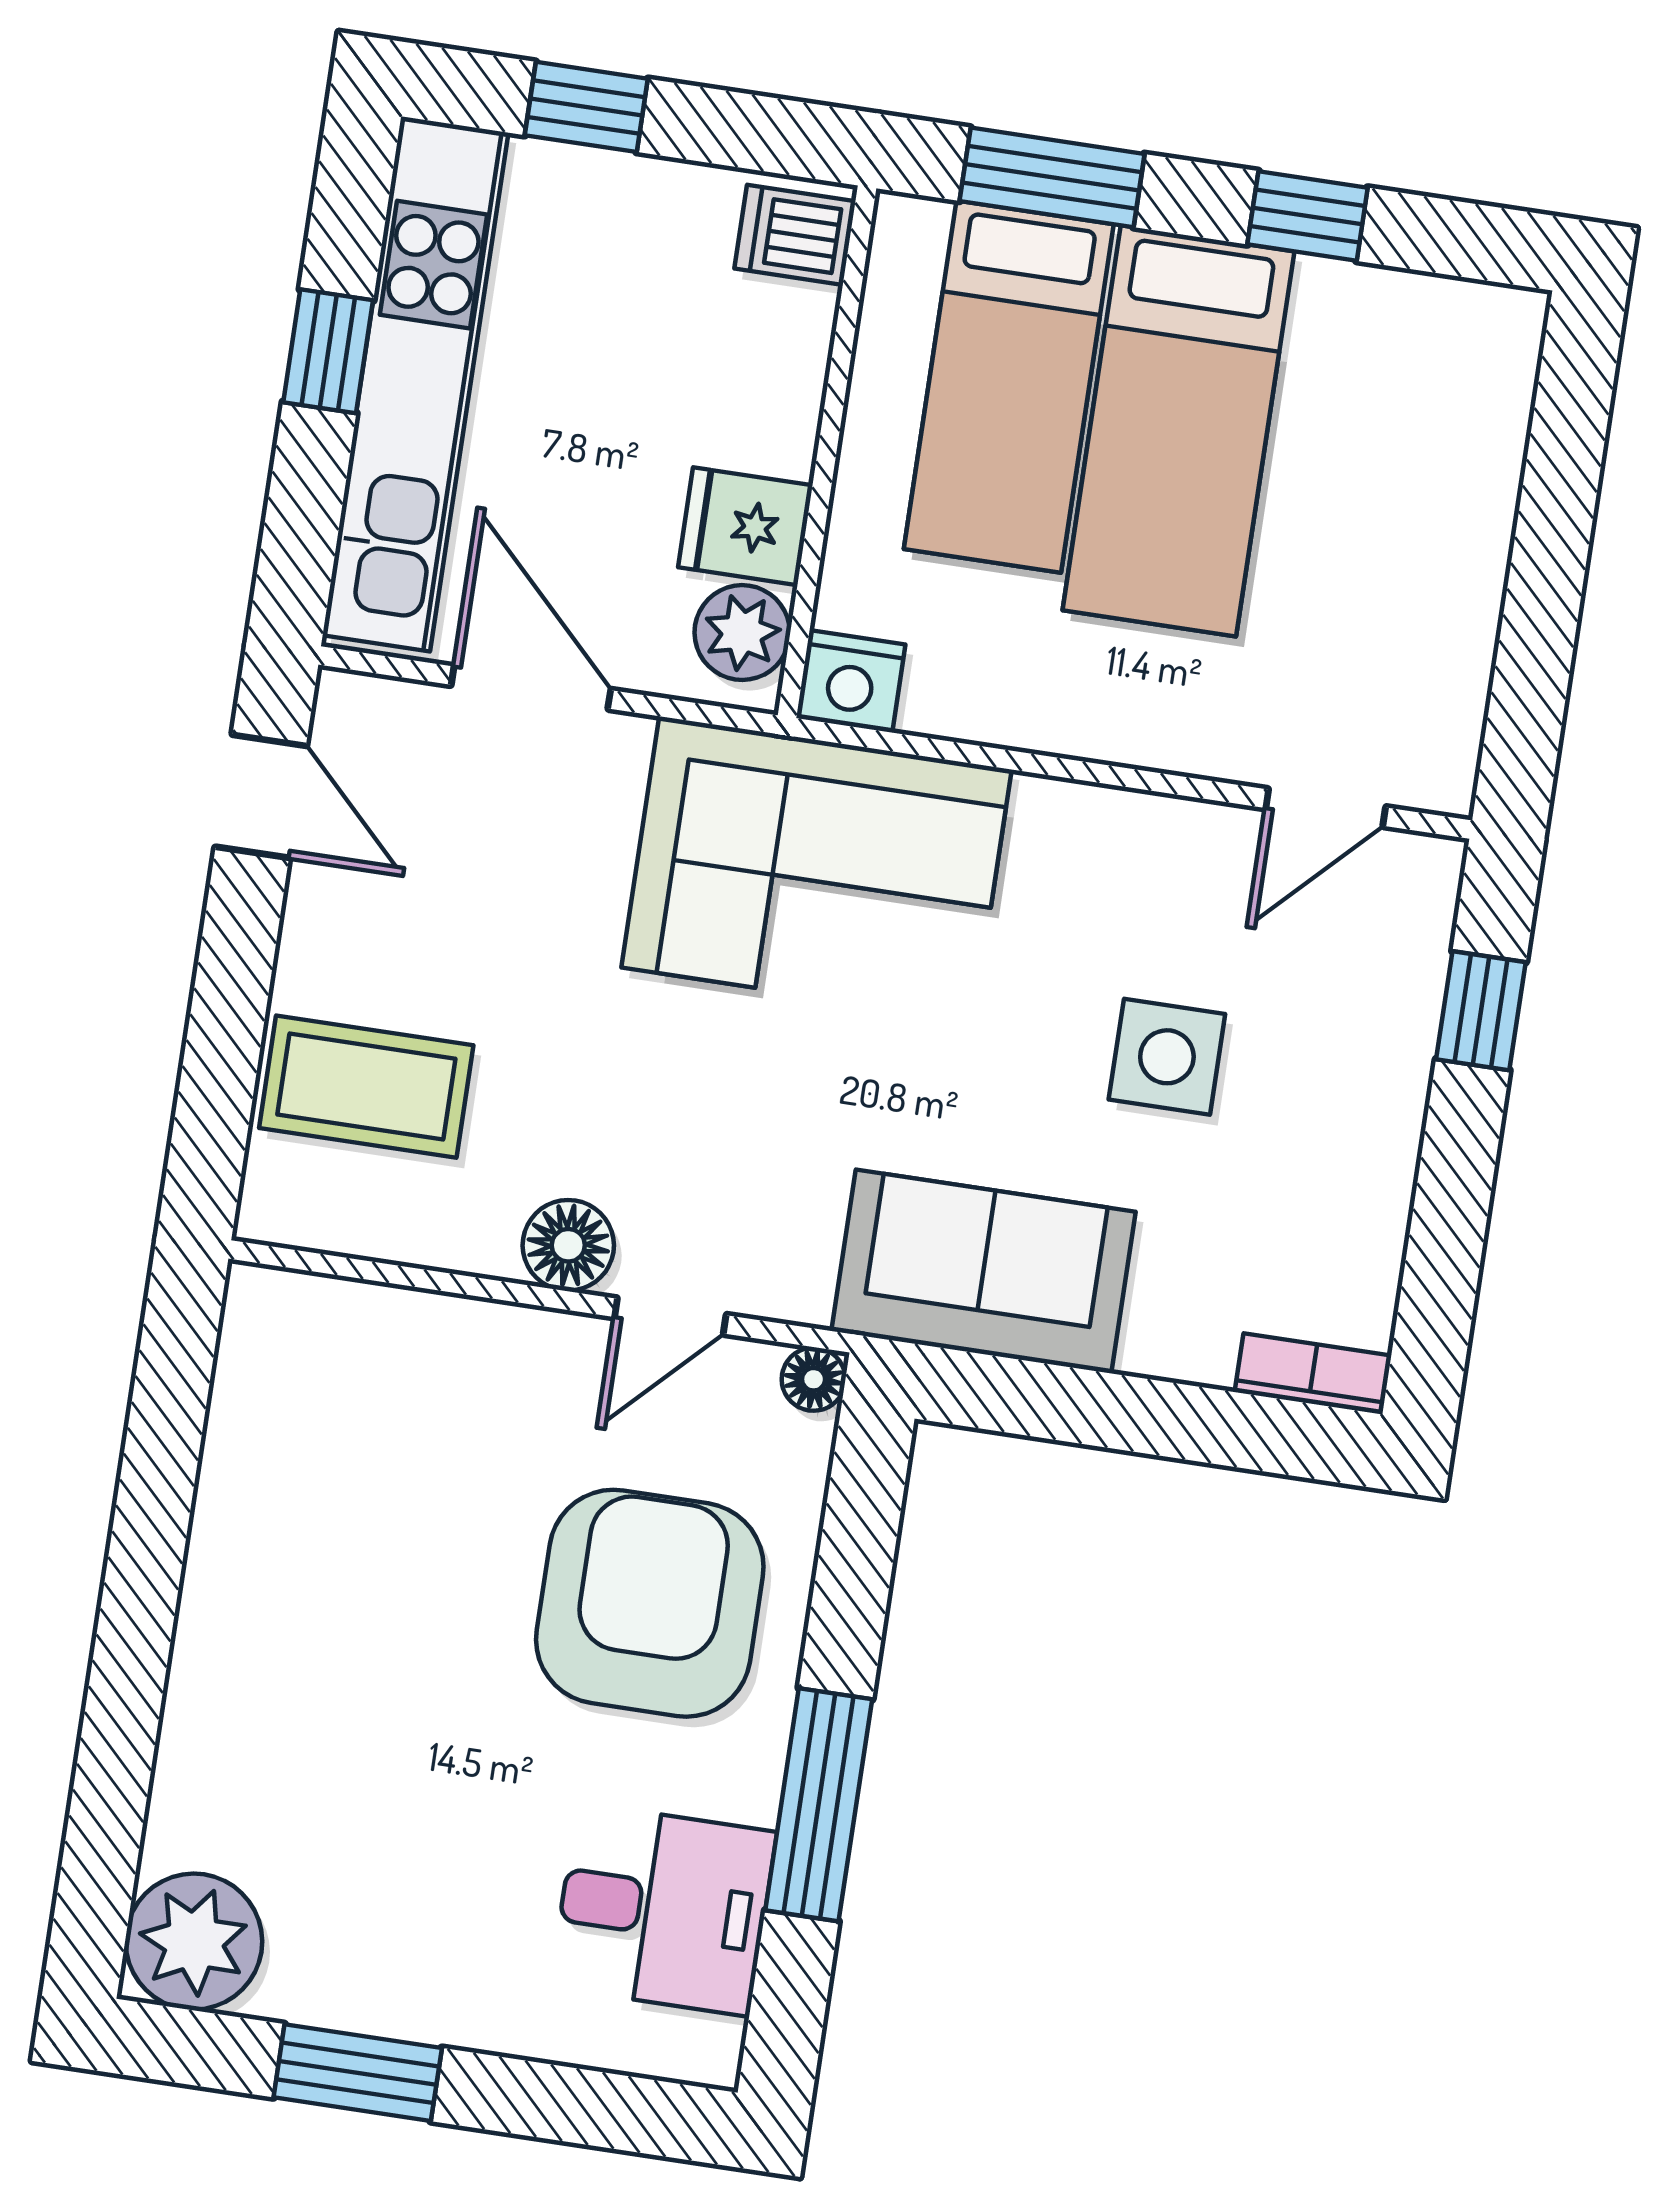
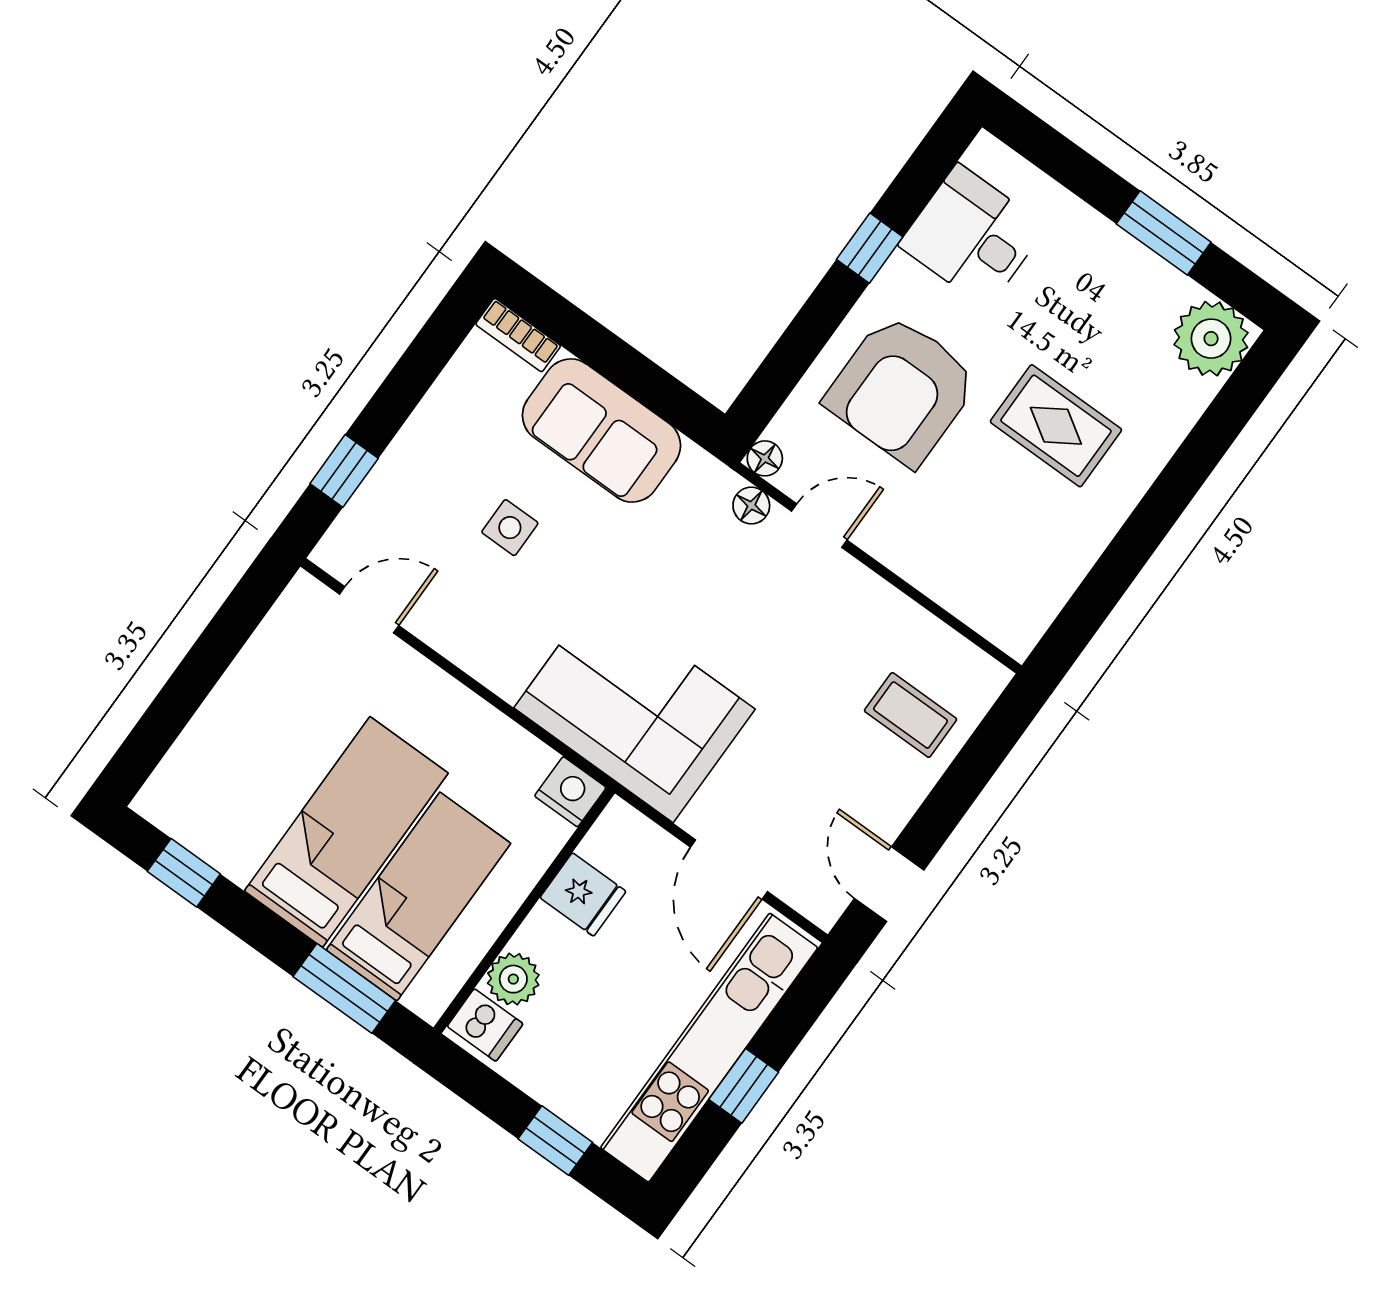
window: (1308, 216) -> (184, 873), moved
plant: (742, 633) -> (513, 979), moved
side table: (1167, 1057) -> (510, 528), width x0.73, depth x0.73
coffee table: (366, 1087) -> (911, 715), width x0.73, depth x0.77
floor lamp: (568, 1245) -> (751, 505), moved, width x0.73, depth x0.73
sofa: (983, 1271) -> (601, 431), moved
rug: (372, 1673) -> (1056, 426), added
window: (819, 1805) -> (870, 248), width x0.46

